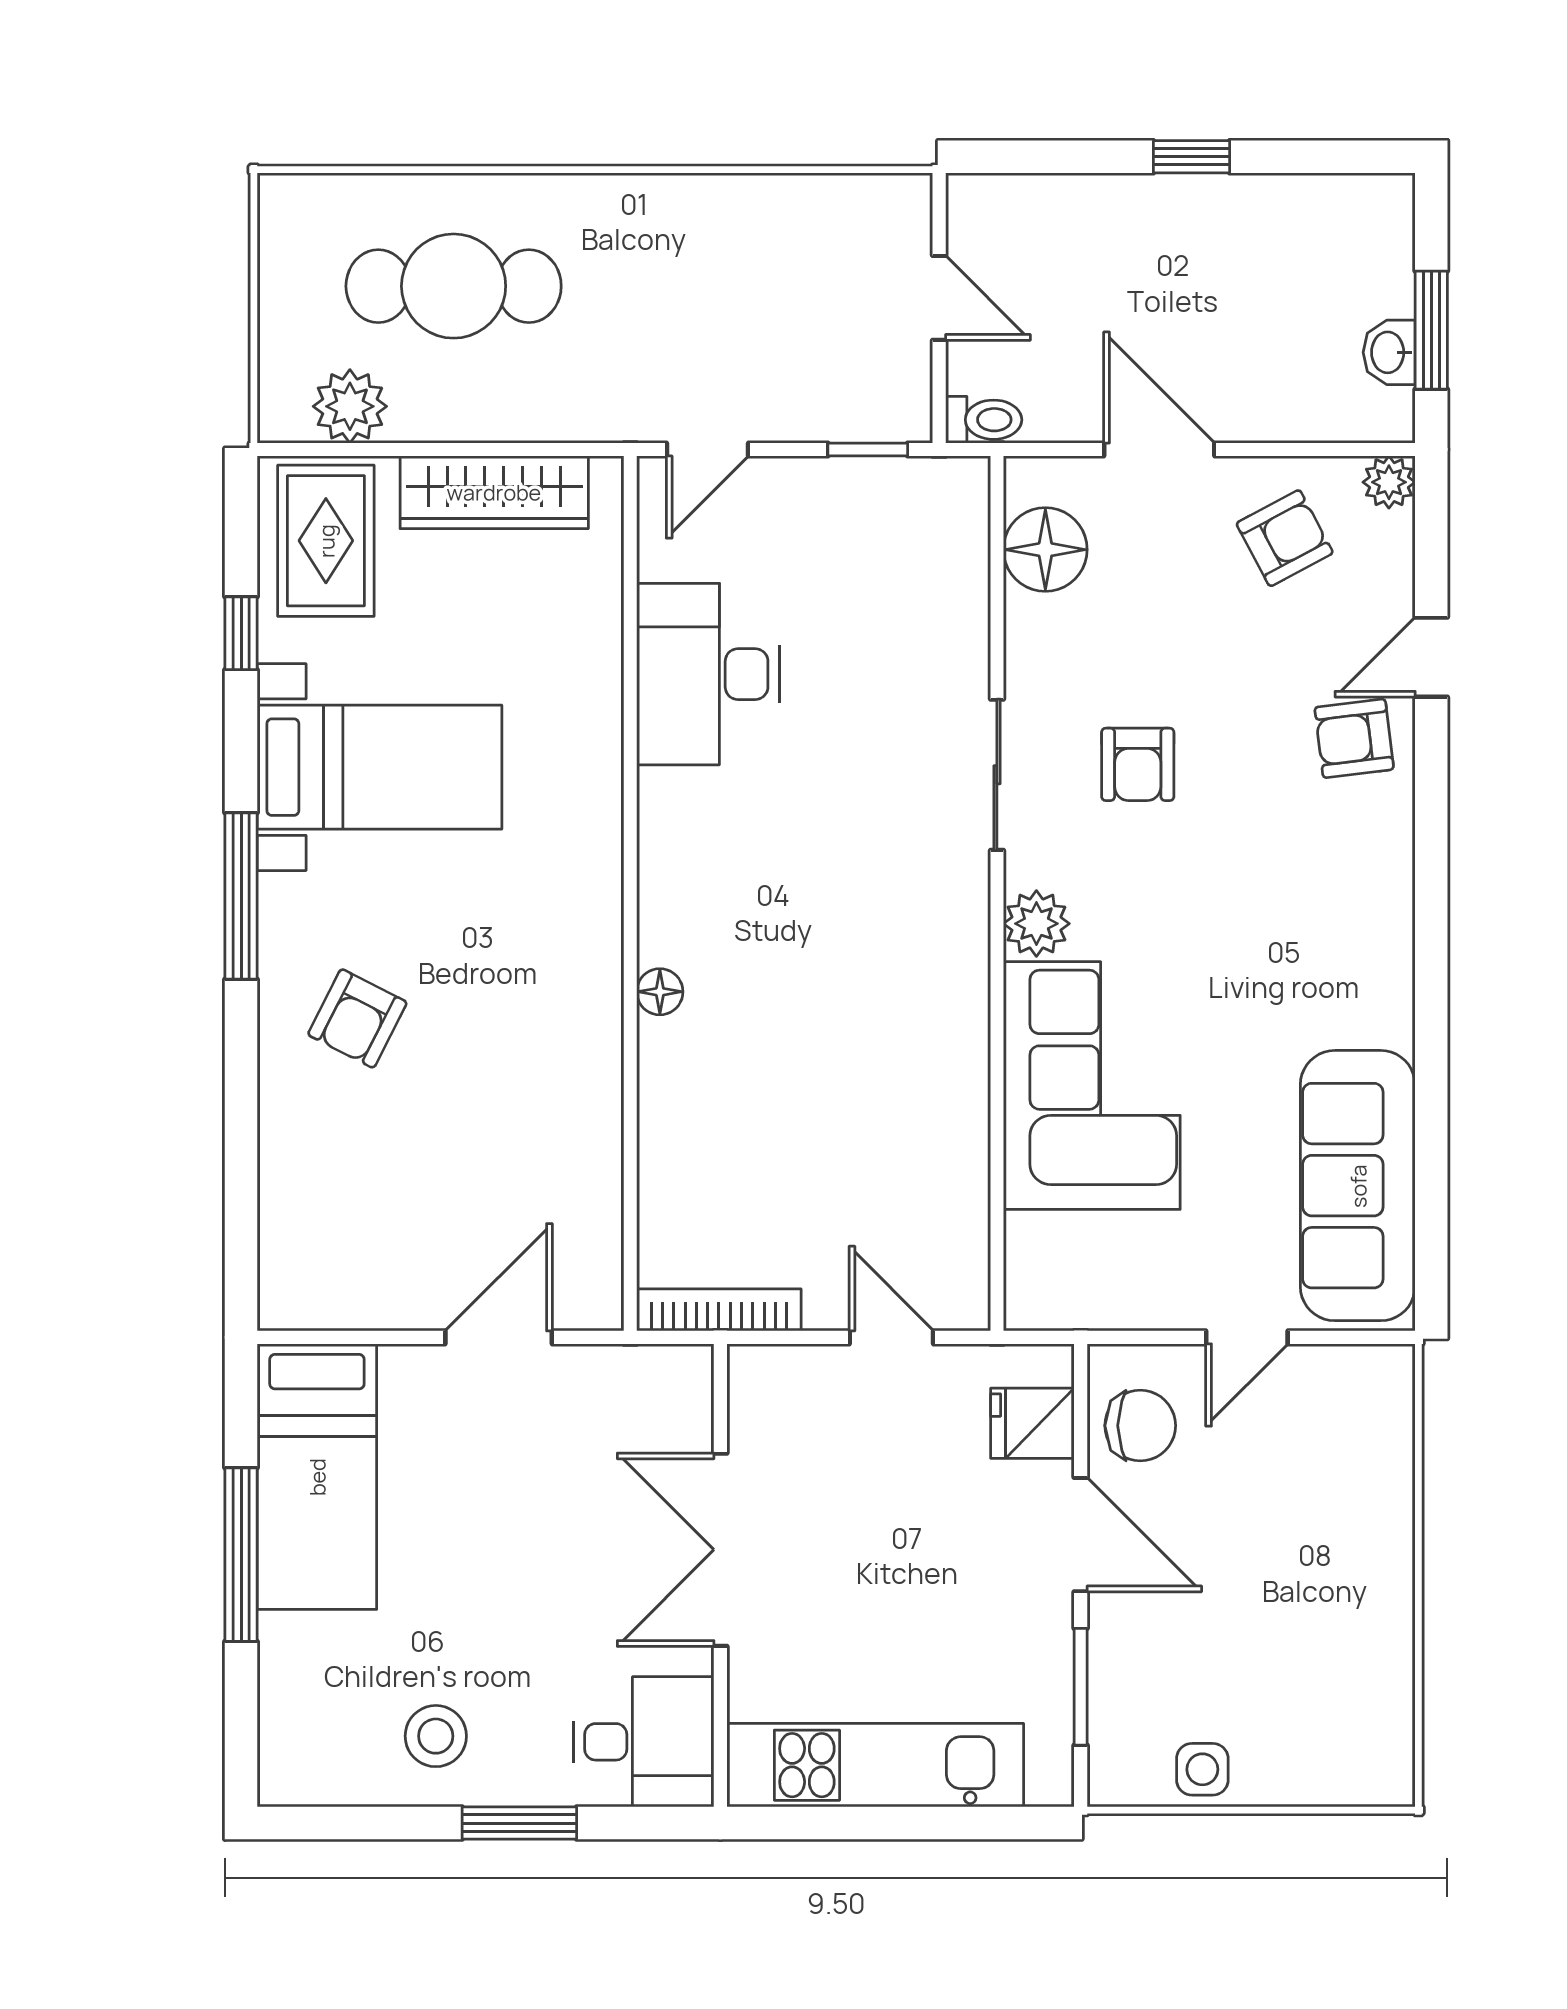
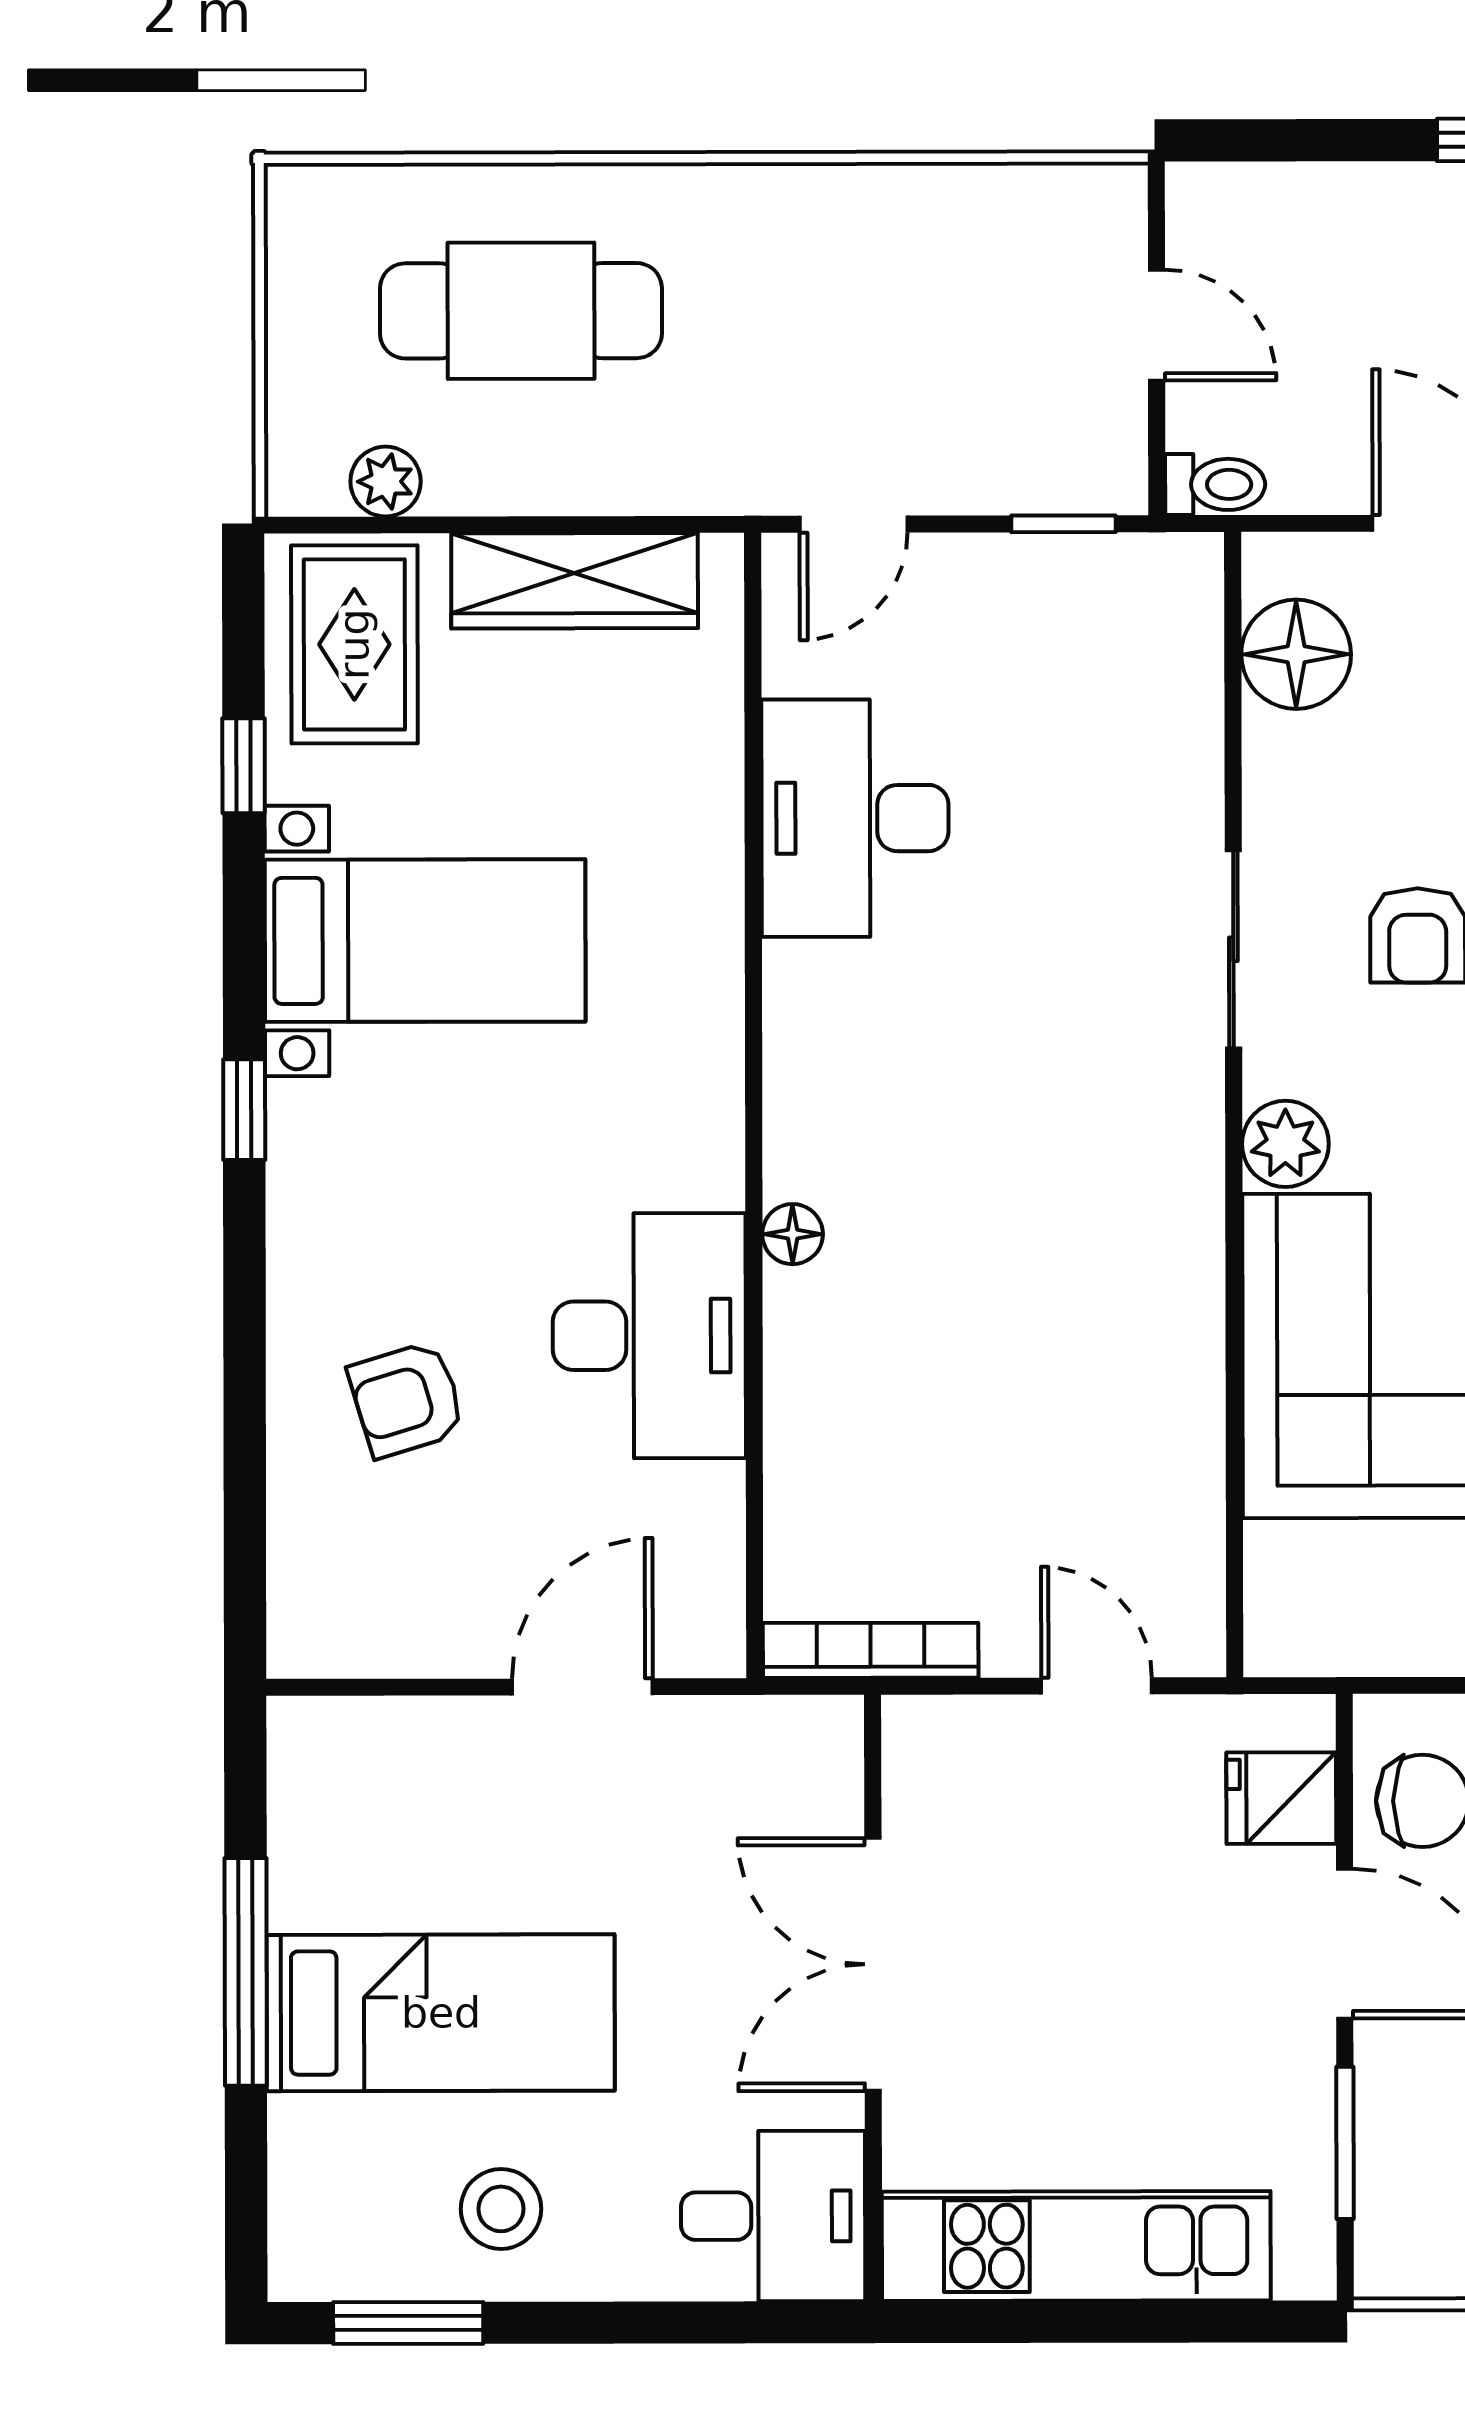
plant: (350, 406) -> (386, 482), width x0.73, depth x0.73
window: (241, 896) -> (244, 1110), width x0.46
armchair: (357, 1018) -> (407, 1399), moved, turned 46
desk: (550, 1069) -> (649, 1336), added
bed: (317, 1477) -> (441, 2013), moved, turned -90
window: (519, 1823) -> (408, 2323), moved

